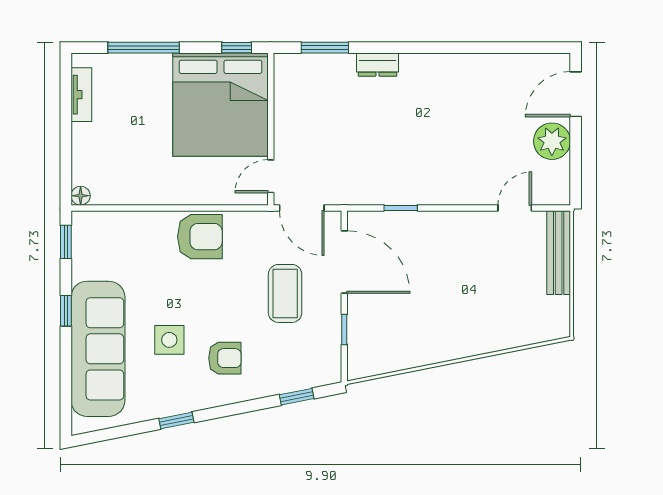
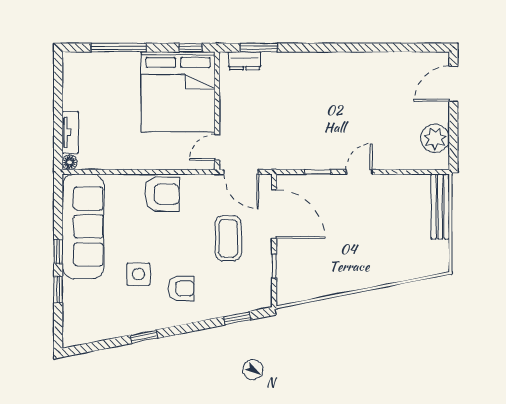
dresser: (378, 65) -> (245, 61), moved
tv unit: (81, 95) -> (70, 132), moved
plant: (552, 141) -> (435, 138), moved
door: (515, 208) -> (359, 172), moved
window: (66, 242) -> (58, 290), moved
sofa: (98, 349) -> (83, 226), moved

